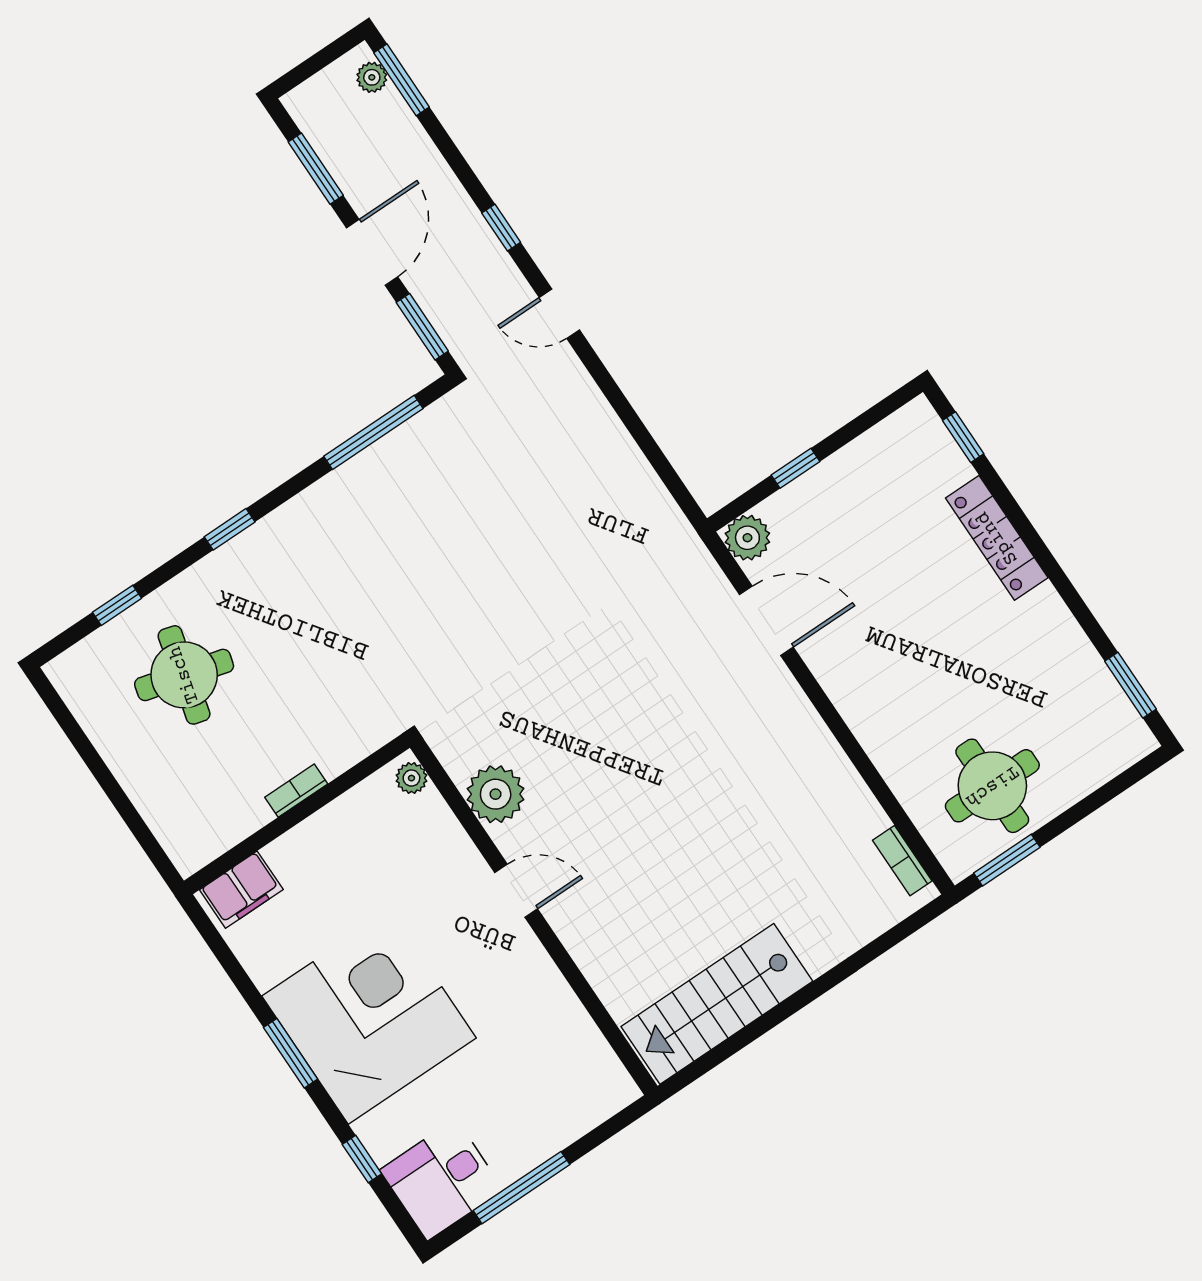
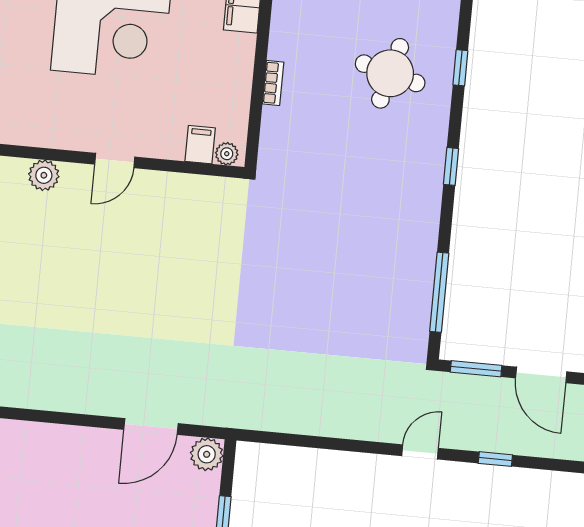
plant: (496, 794) -> (44, 175), moved, width x0.73, depth x0.73
filing cabinet: (425, 814) -> (200, 145), added

